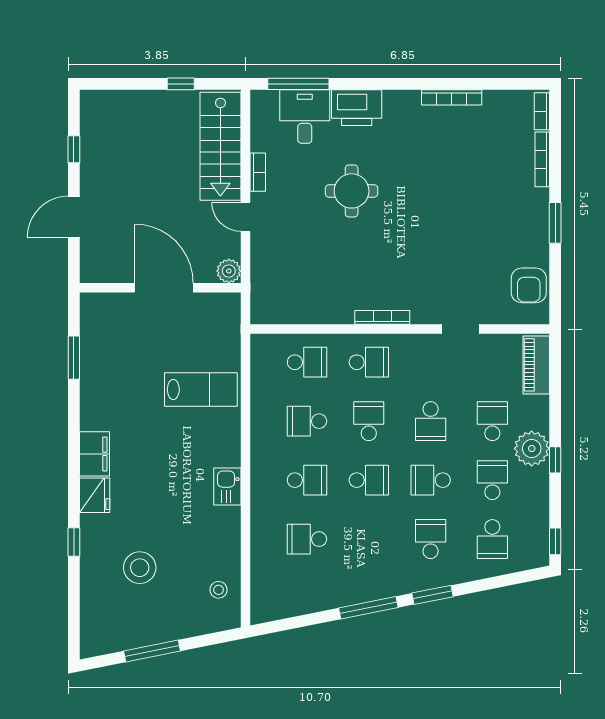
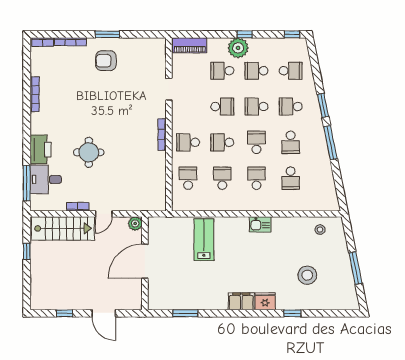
armchair: (529, 285) -> (106, 61), moved, turned 180
school desk: (369, 362) -> (188, 142), turned -90
school desk: (307, 421) -> (222, 178), turned 180
school desk: (431, 480) -> (256, 107), turned 90
school desk: (369, 539) -> (291, 142), added

